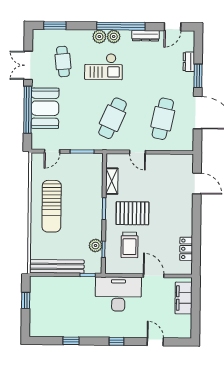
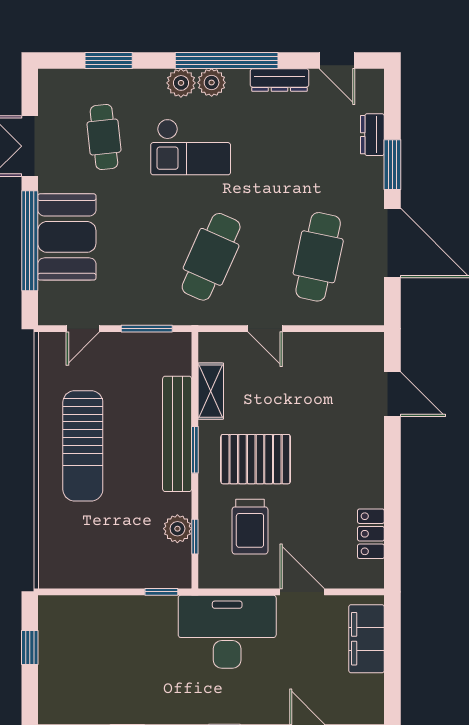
window: (55, 25) -> (109, 60), moved
door: (173, 27) -> (337, 60), hinge flipped
bench: (57, 266) -> (177, 434), moved, turned 90

